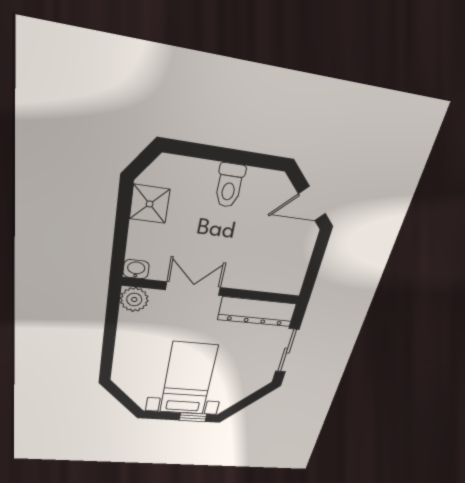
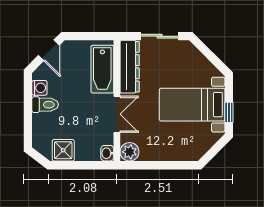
washing machine: (258, 180) -> (39, 88), added
bathtub: (263, 277) -> (102, 69), added
double door: (193, 289) -> (117, 114), swing flipped
window: (193, 417) -> (229, 112), moved

